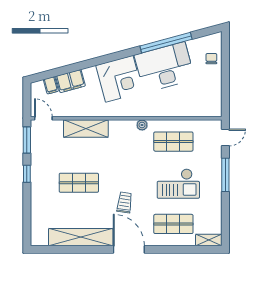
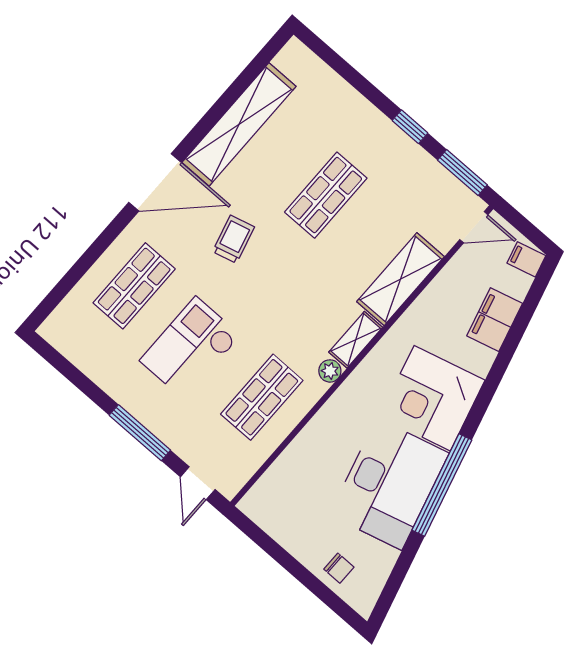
window: (166, 43) -> (442, 485), moved
filing cabinet: (51, 85) -> (526, 259), moved
trolley: (125, 202) -> (234, 239), turned -113
shelving: (209, 240) -> (356, 340), moved

